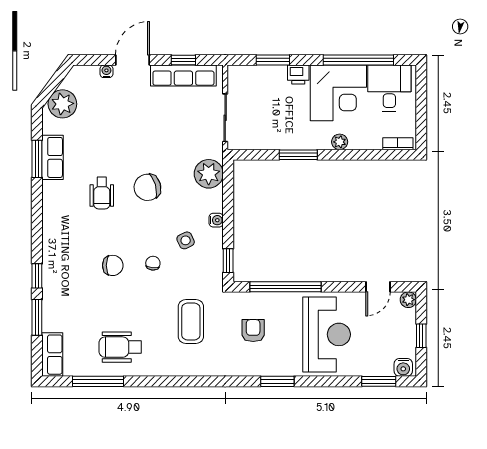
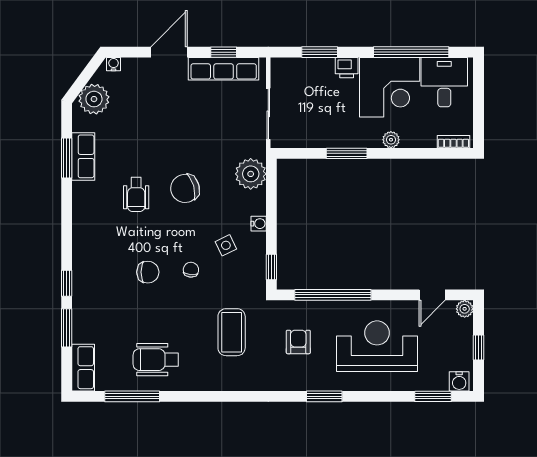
water cooler: (106, 71) -> (114, 64), moved
reception desk: (327, 334) -> (377, 346), turned -90

